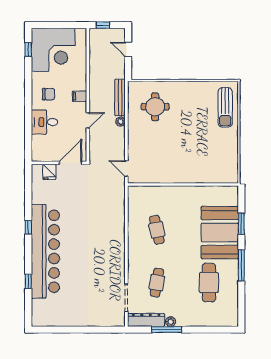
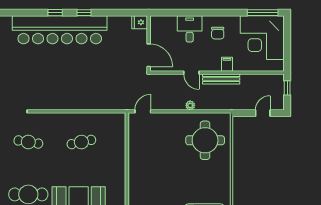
window: (28, 50) -> (263, 13), width x2.17
filing cabinet: (80, 96) -> (227, 64), moved
bench: (120, 97) -> (221, 79), moved
round table: (155, 107) -> (205, 140), width x1.36, depth x1.36
fridge: (49, 172) -> (140, 22), moved
window: (28, 281) -> (55, 13), moved

